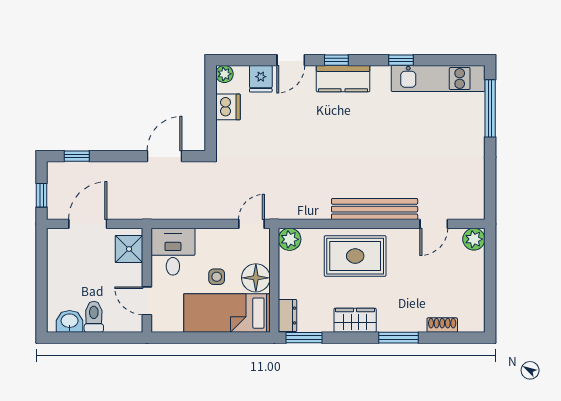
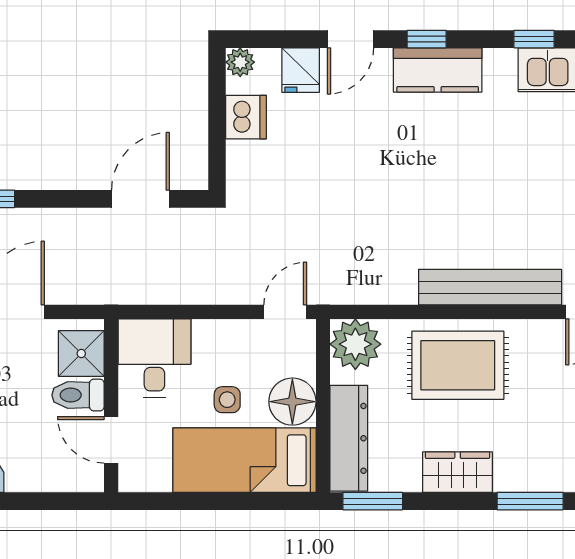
plant: (290, 239) -> (355, 344), width x1.36, depth x1.36
dresser: (287, 315) -> (349, 438), width x1.96, depth x1.24
toilet: (94, 317) -> (78, 395), moved, turned -90

